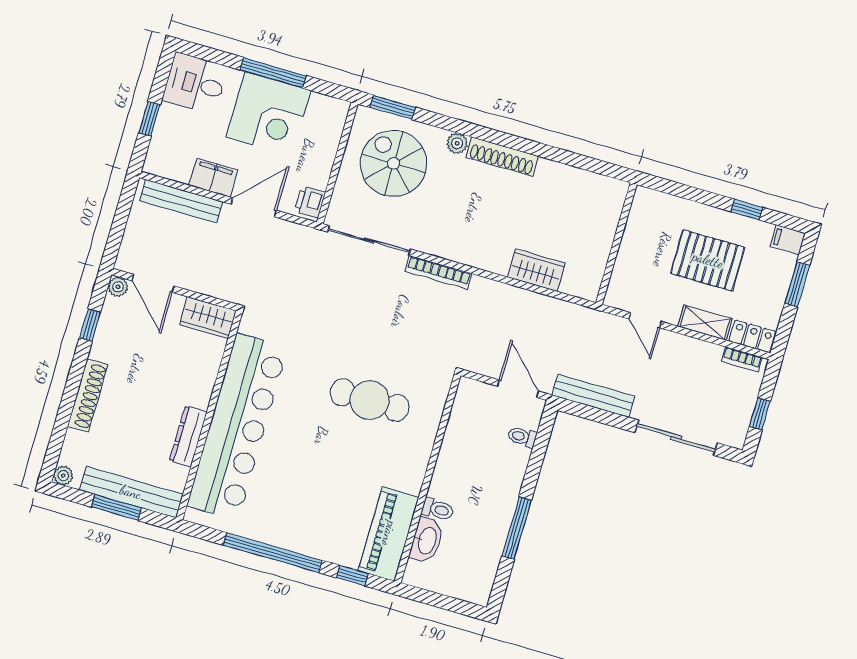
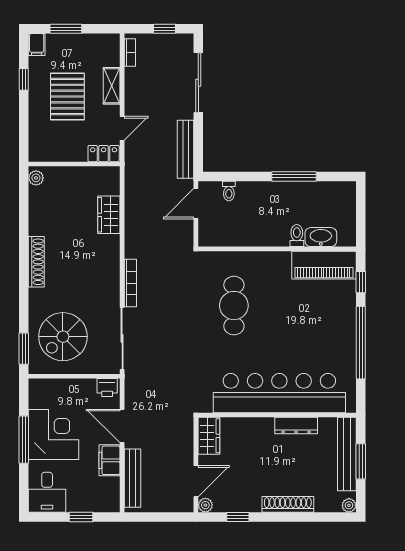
plant: (457, 143) -> (36, 178), moved
locker: (752, 336) -> (104, 154), moved, turned 90

